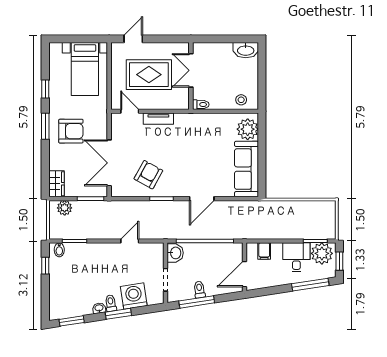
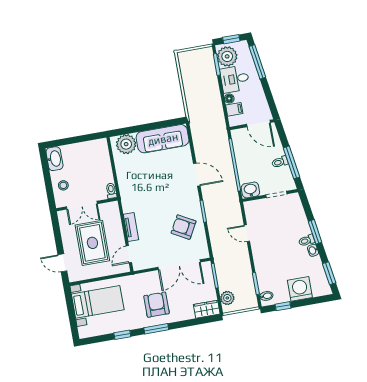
stool: (241, 100) -> (63, 185), moved
floor lamp: (277, 248) -> (229, 99), added
washing machine: (134, 296) -> (300, 289), moved, turned 99

